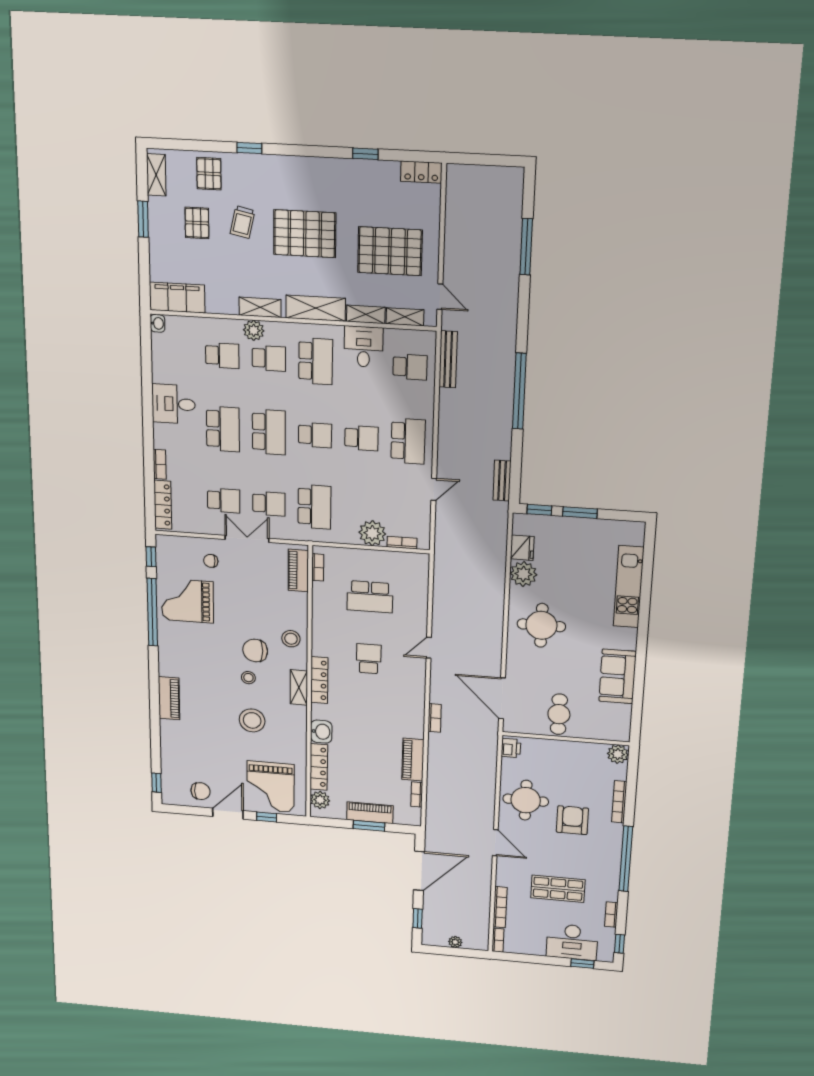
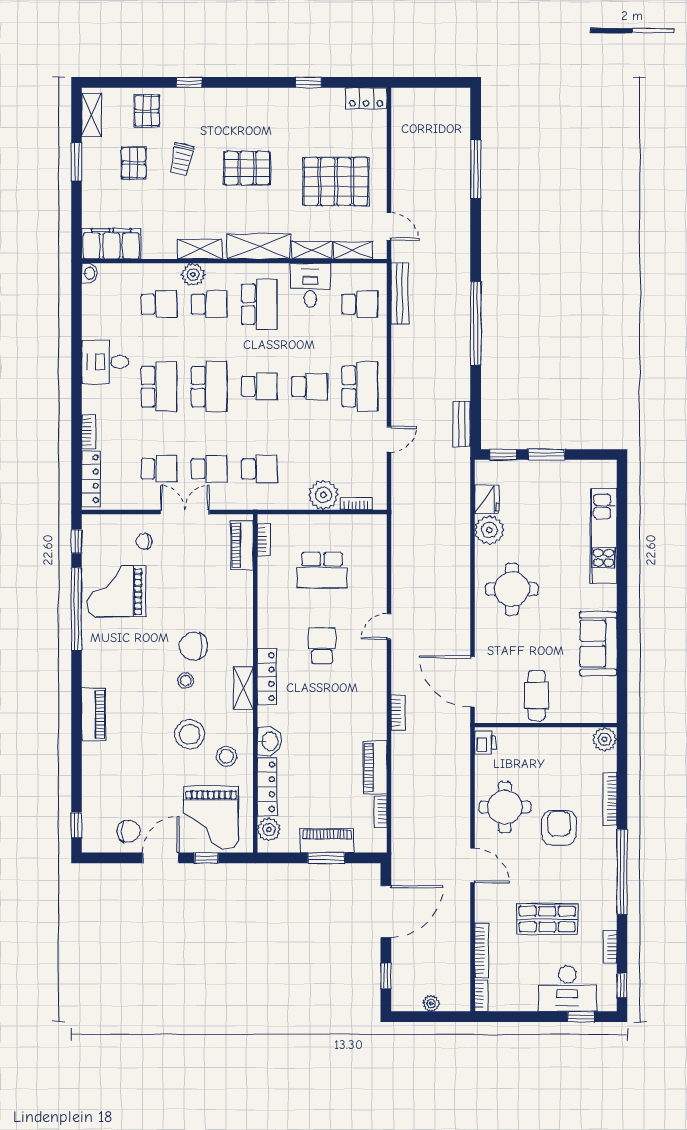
pallet: (305, 234) -> (247, 168), width x0.73, depth x0.71
school desk: (314, 507) -> (259, 469), width x0.54
stool: (291, 639) -> (226, 756), moved

